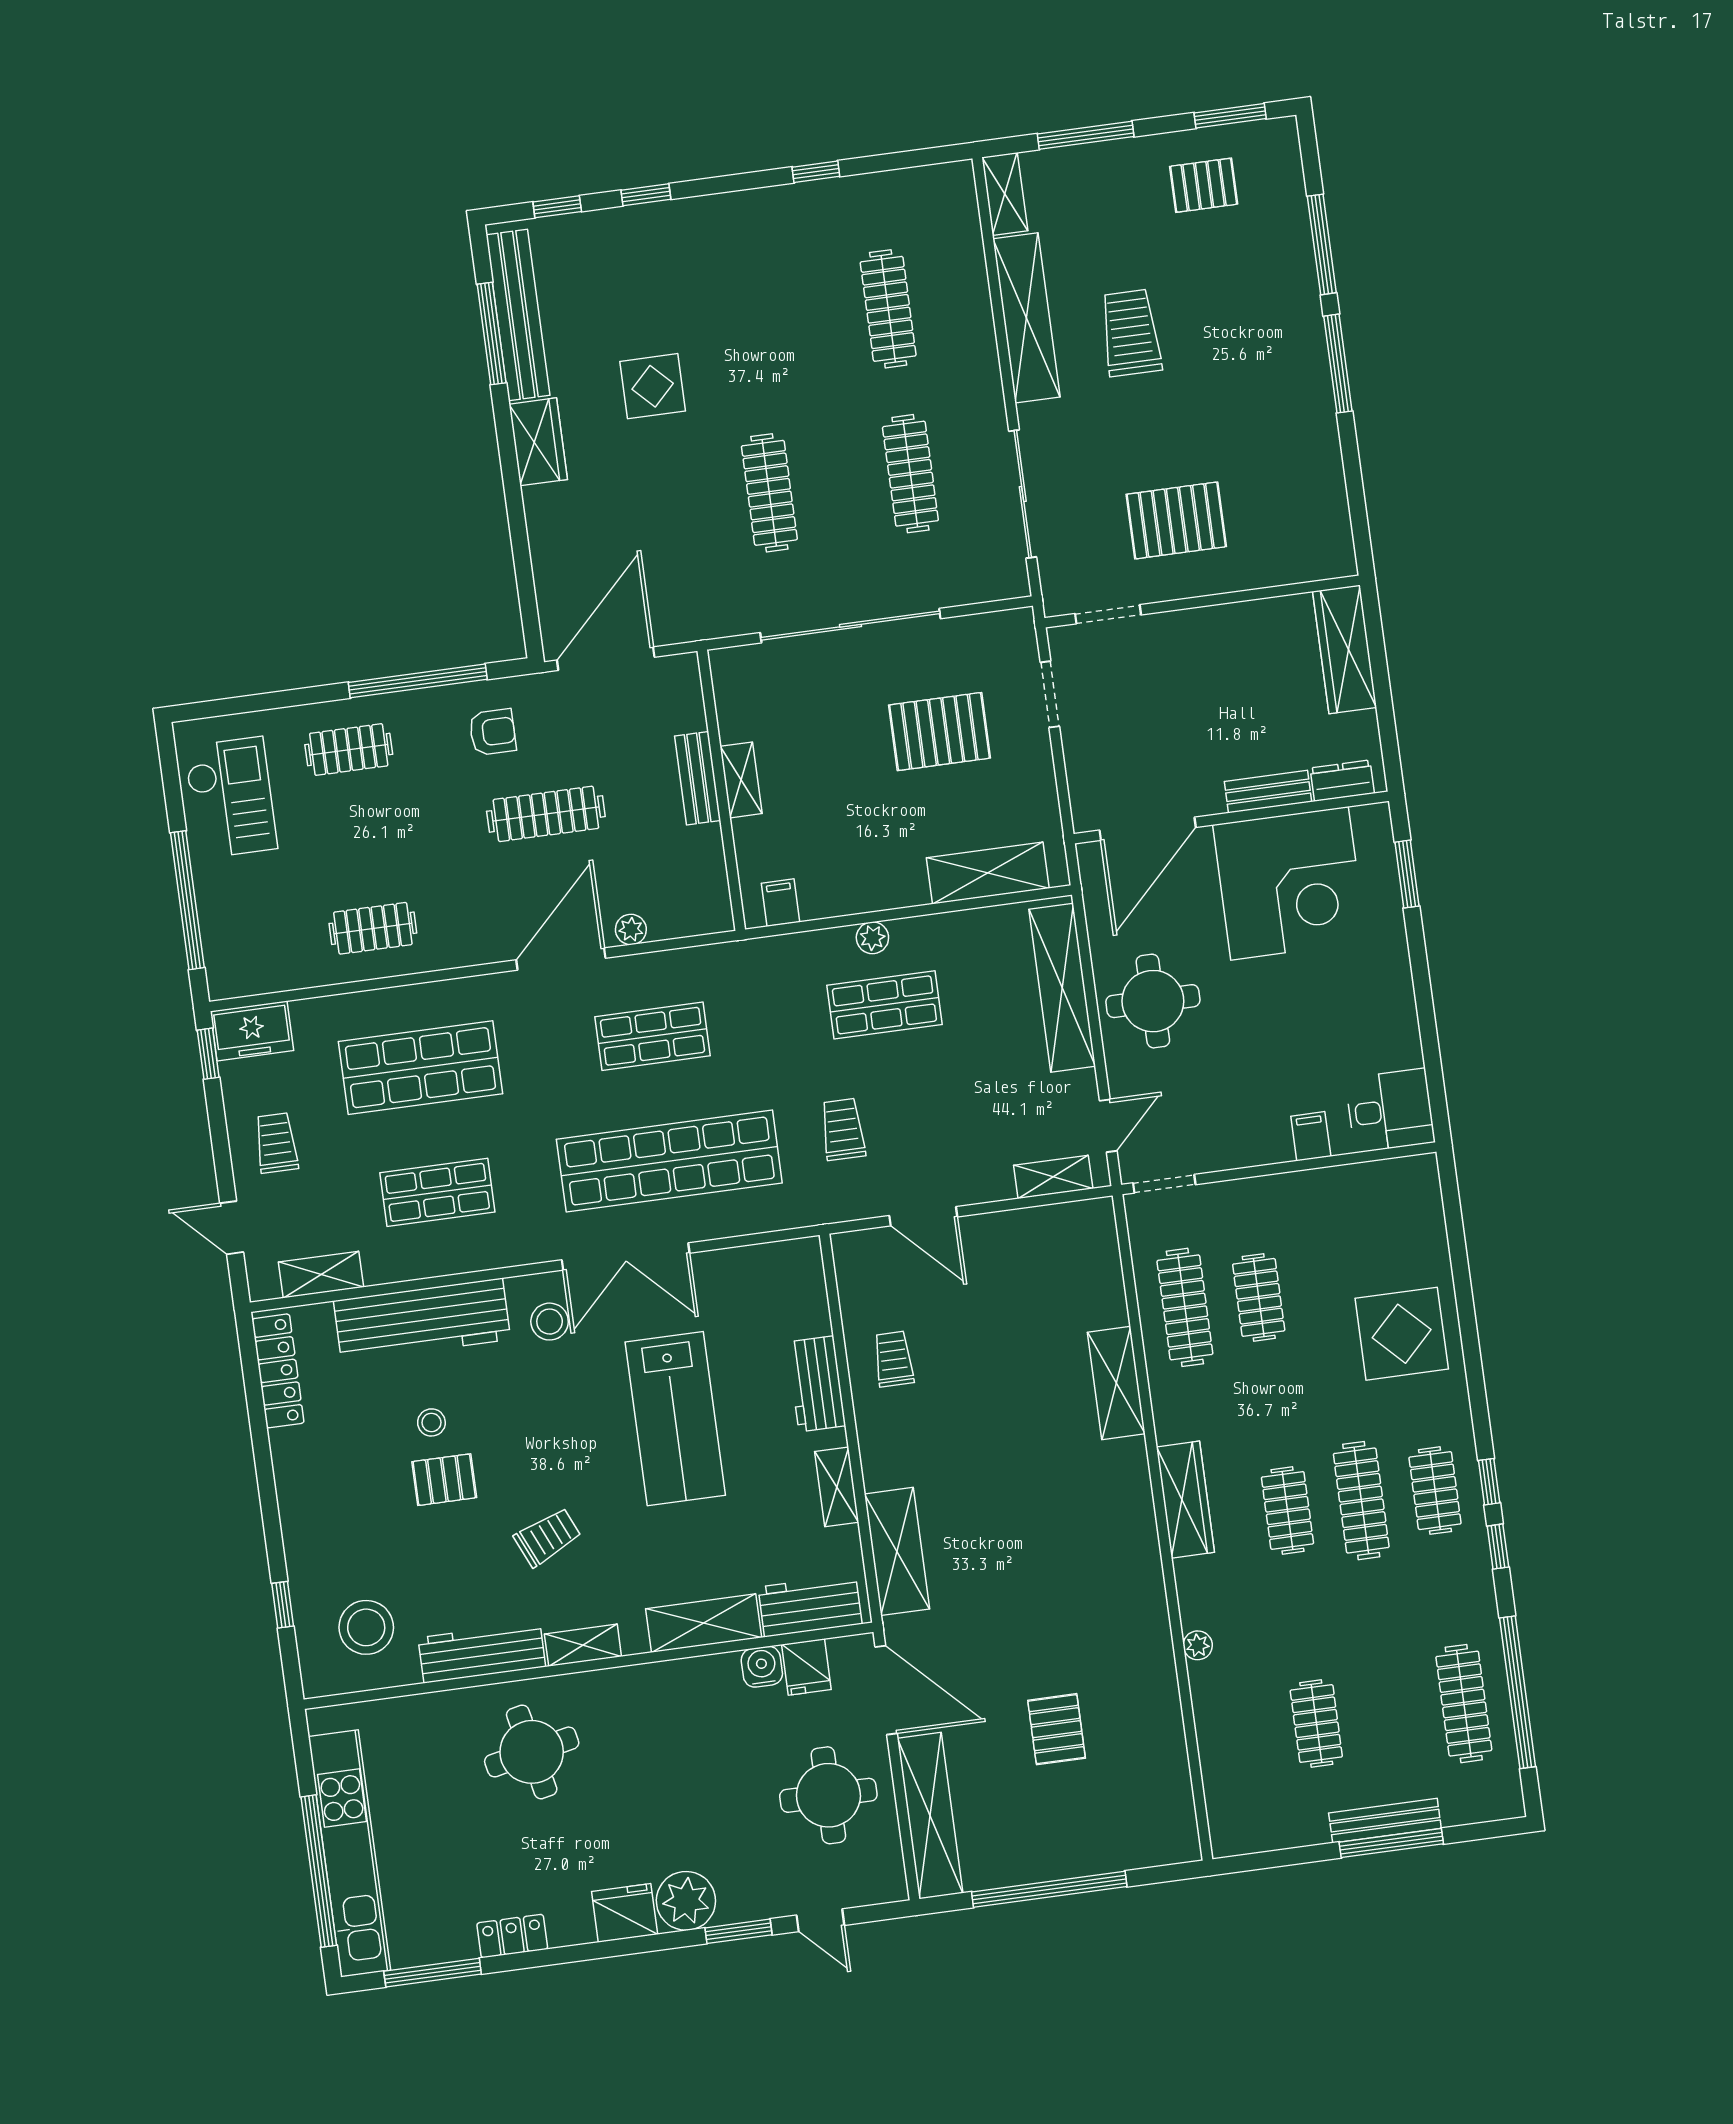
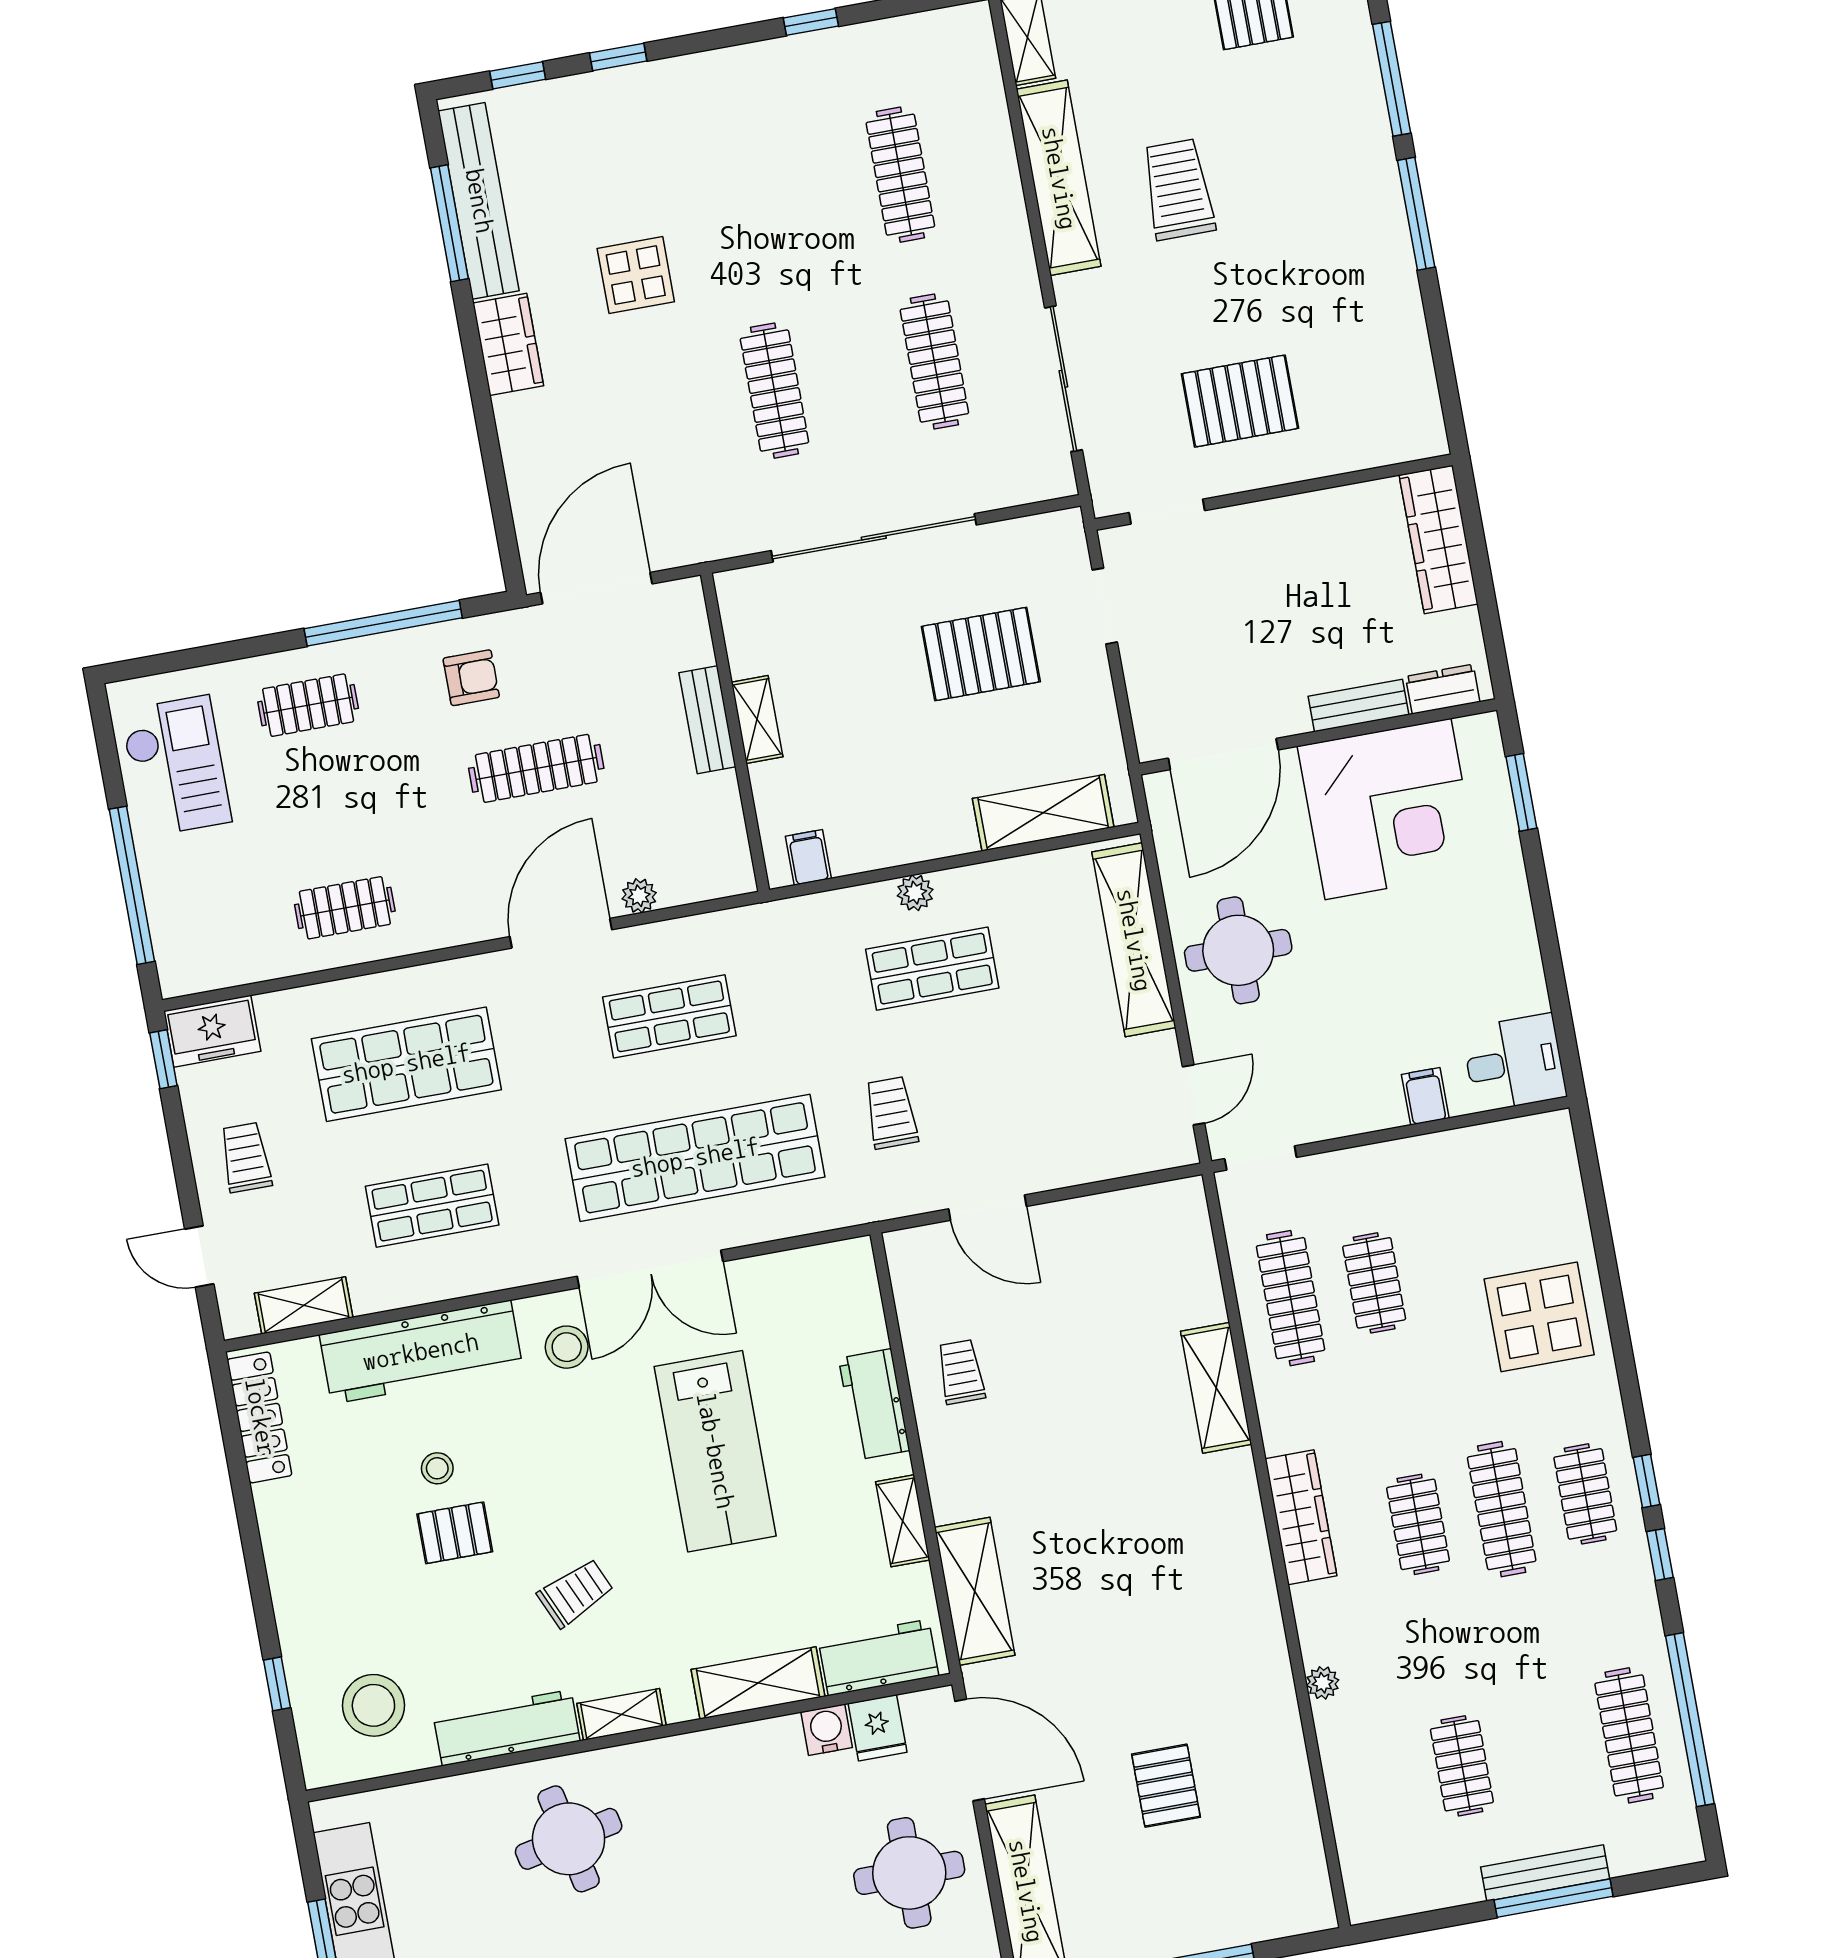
shelving: (1053, 1177) -> (1134, 1156), removed

